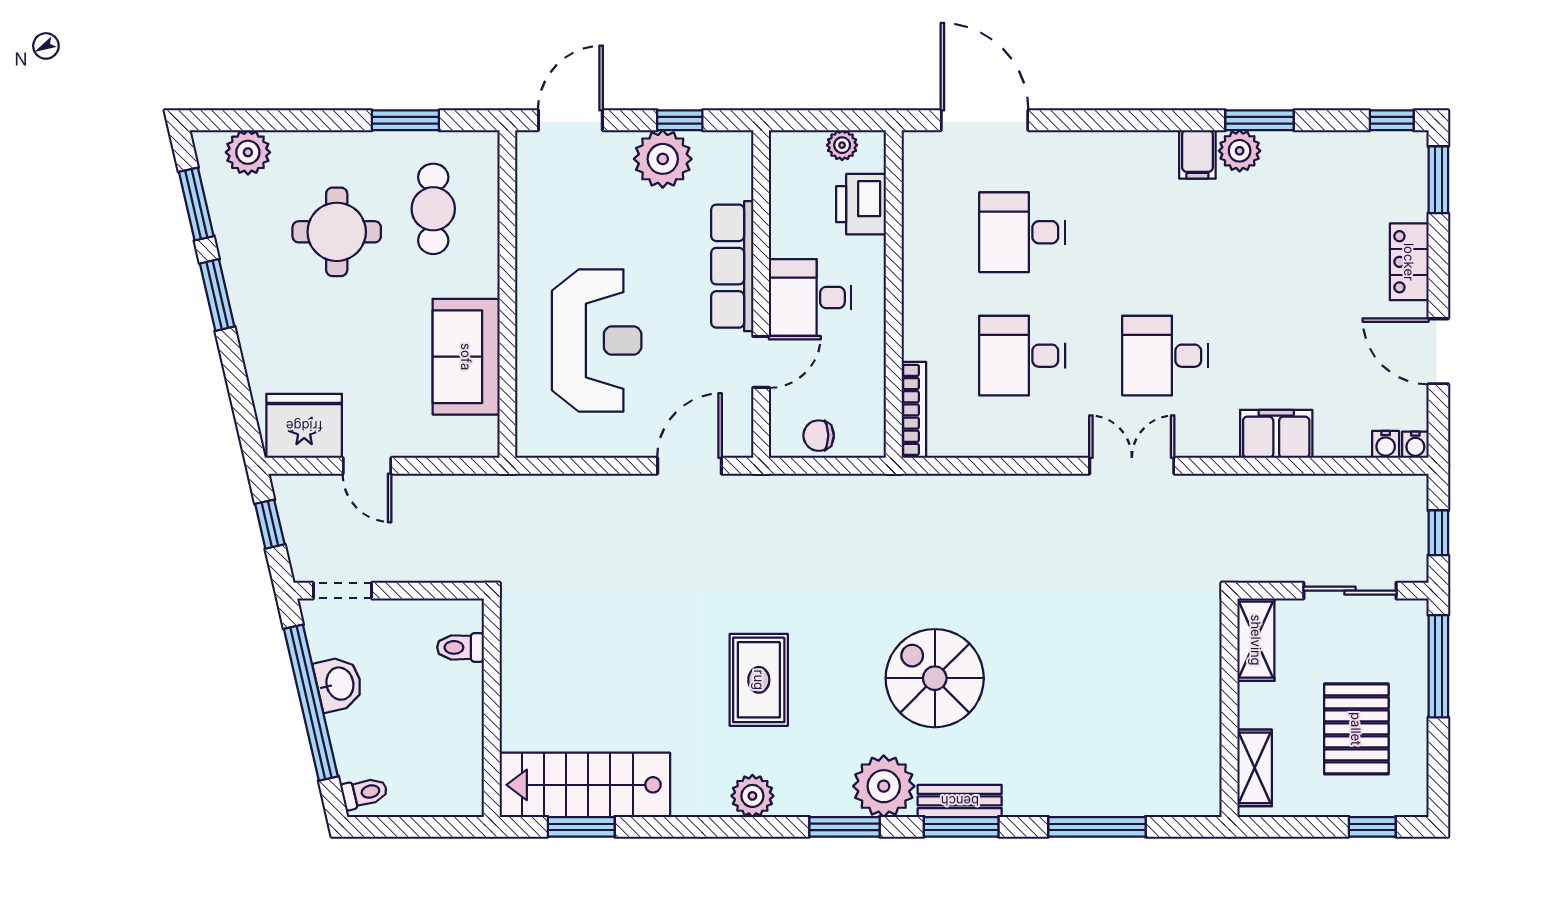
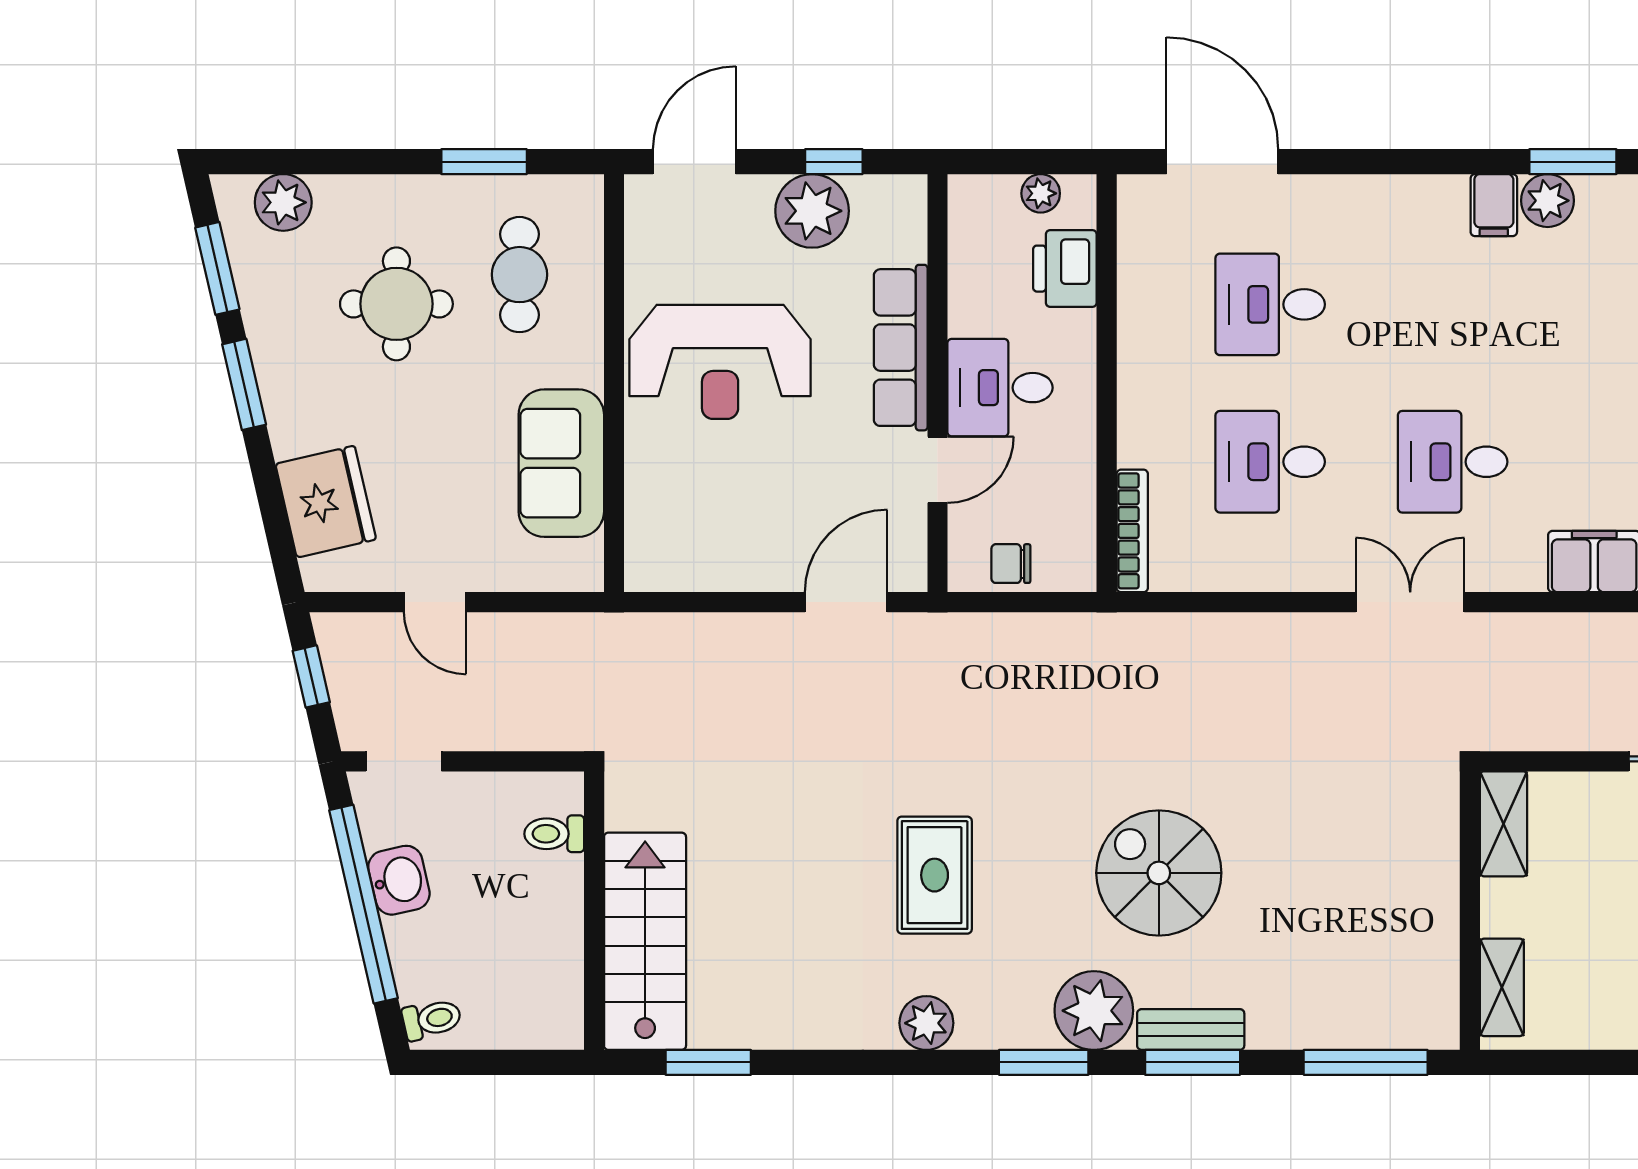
reception desk: (597, 340) -> (720, 362), moved, turned 90
fridge: (304, 426) -> (326, 502), moved, turned 77
shelving: (1256, 640) -> (1504, 824), moved
wall: (1229, 708) -> (1470, 911), moved
shelving: (1255, 768) -> (1502, 987), moved
stairs: (585, 785) -> (645, 941), moved, turned 90

